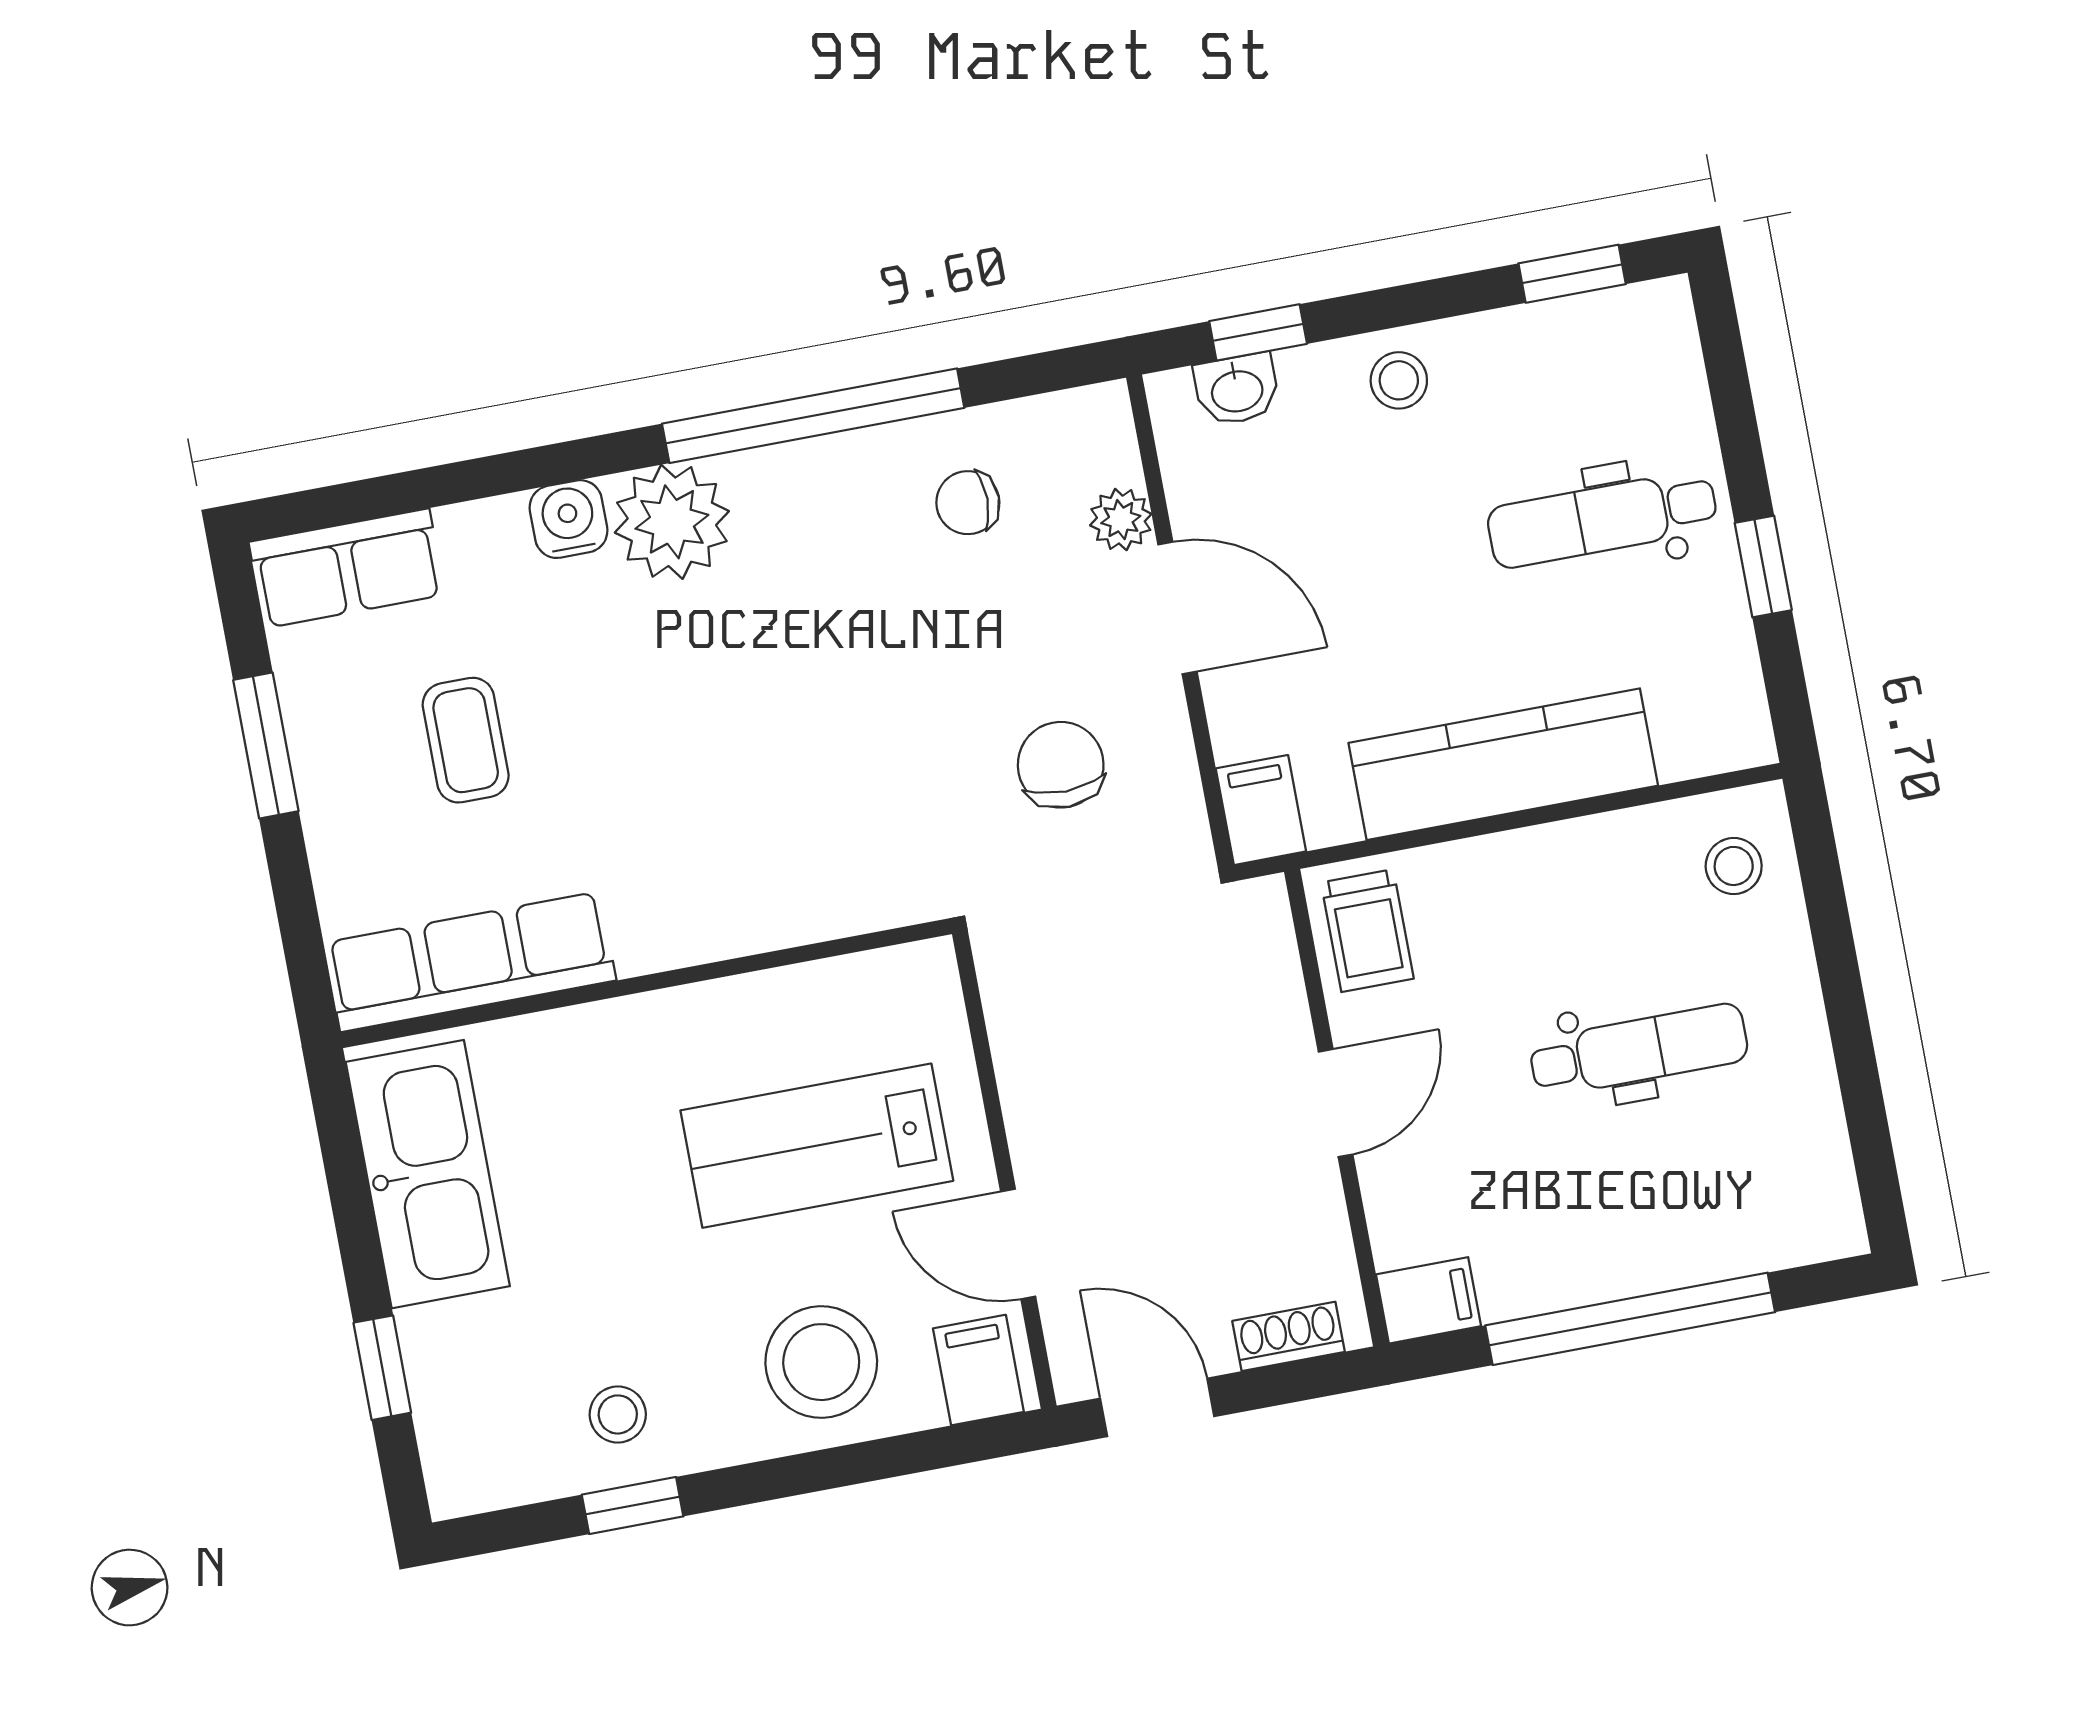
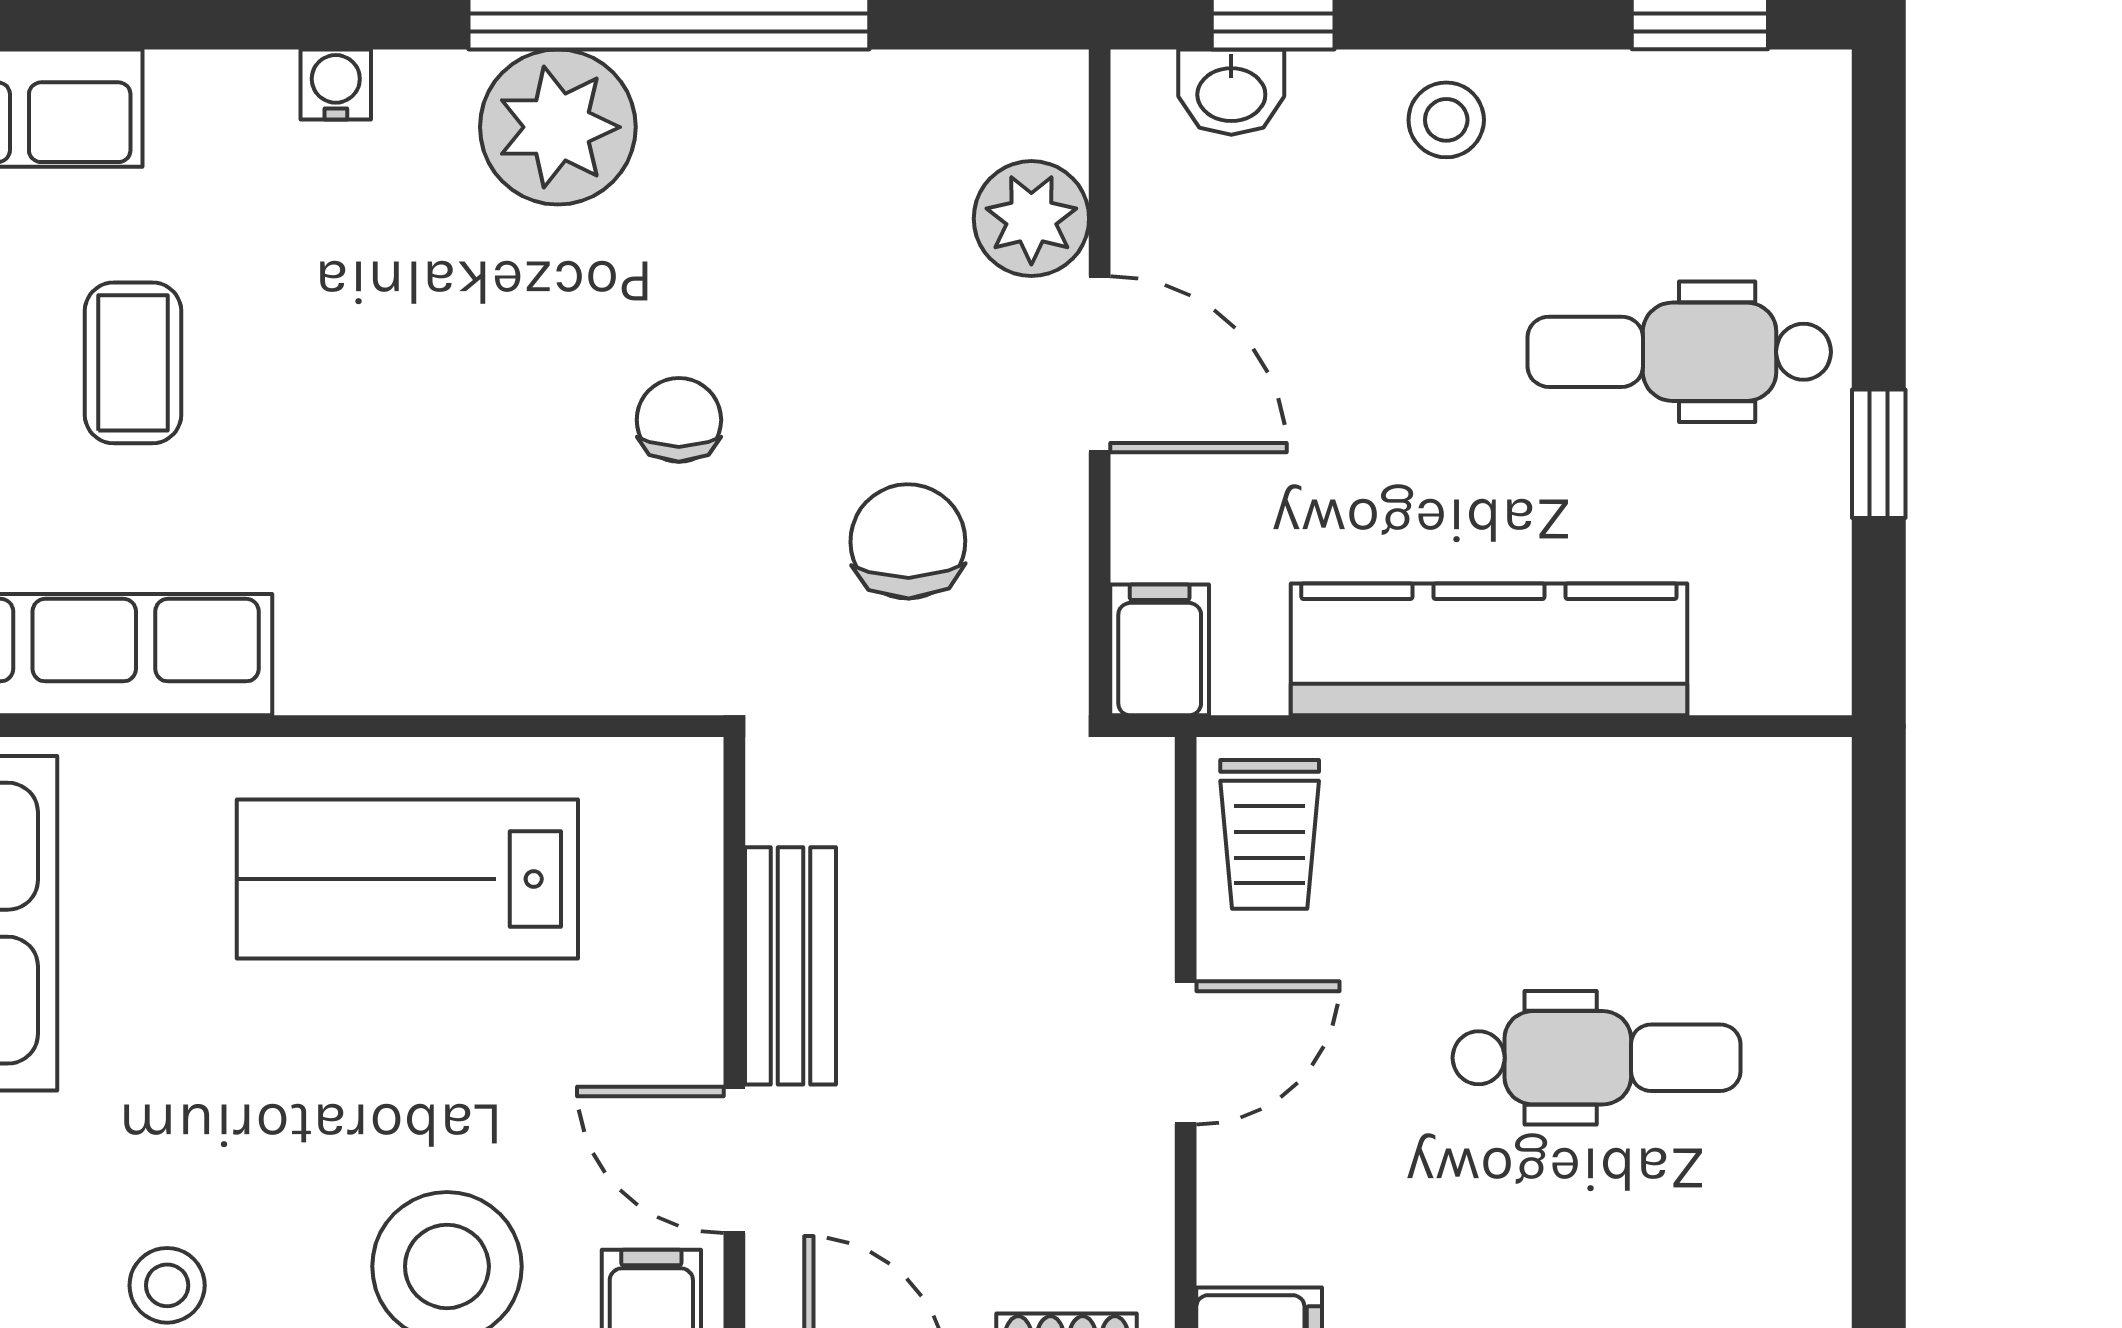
chair: (968, 503) -> (679, 420), moved, turned 90
water cooler: (569, 519) -> (336, 84), width x0.72, depth x0.72
plant: (1121, 520) -> (1031, 219), width x1.38, depth x1.38
plant: (672, 522) -> (558, 127), moved
stool: (1734, 866) -> (1766, 839), removed
bench: (1033, 1093) -> (791, 966), added
lab bench: (817, 1146) -> (407, 879), moved

